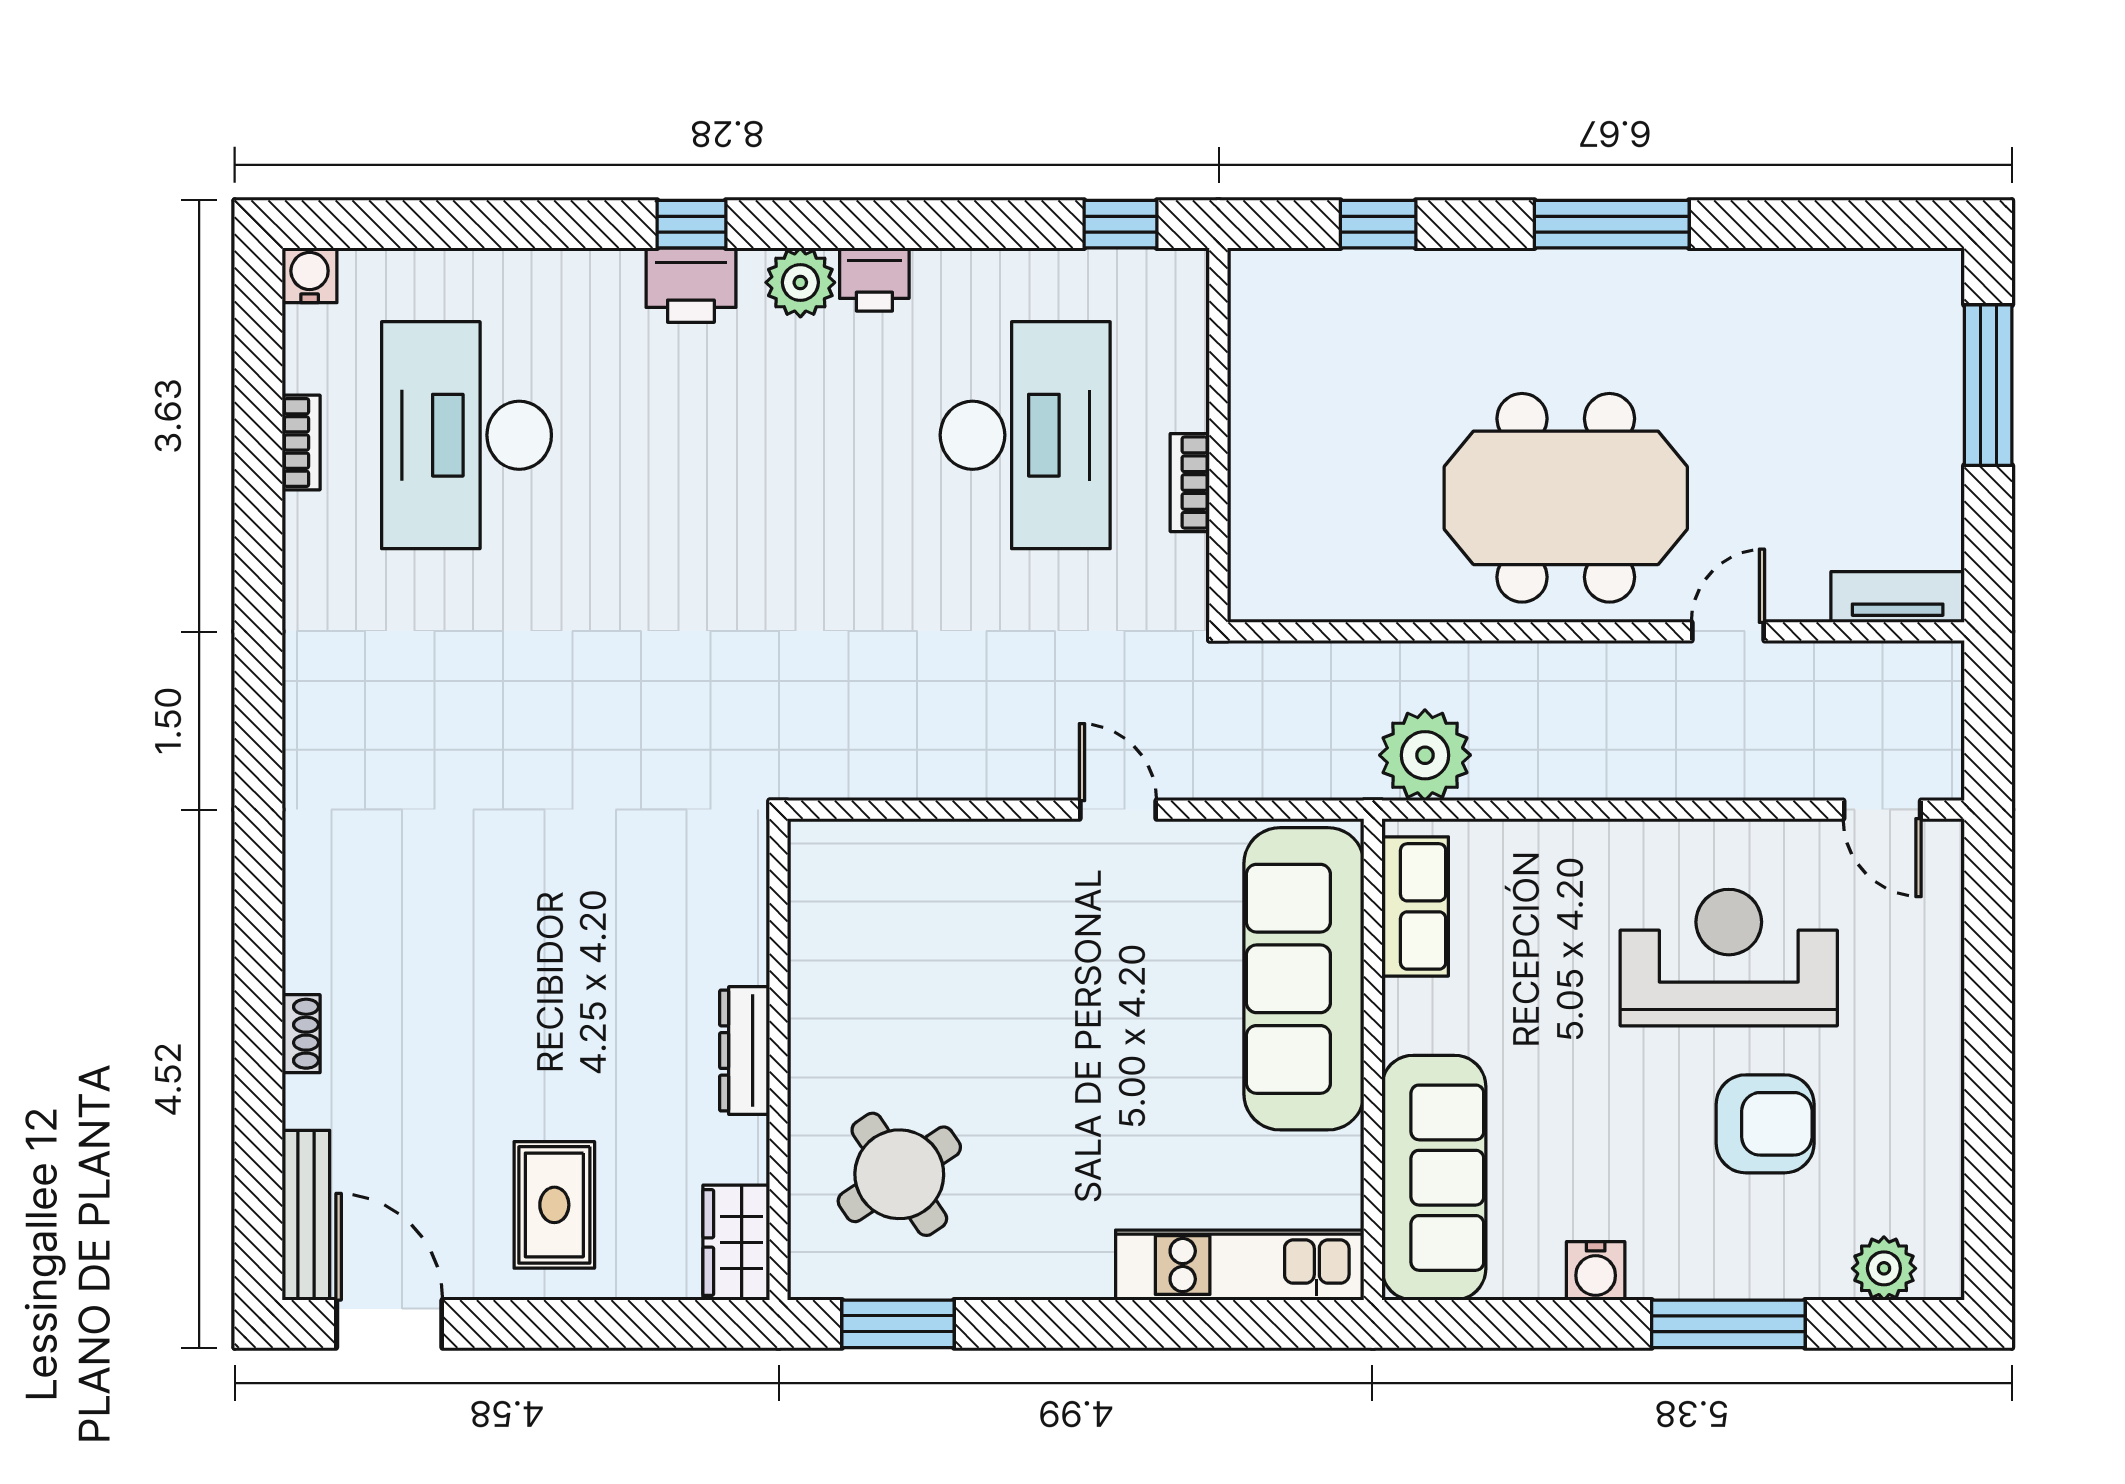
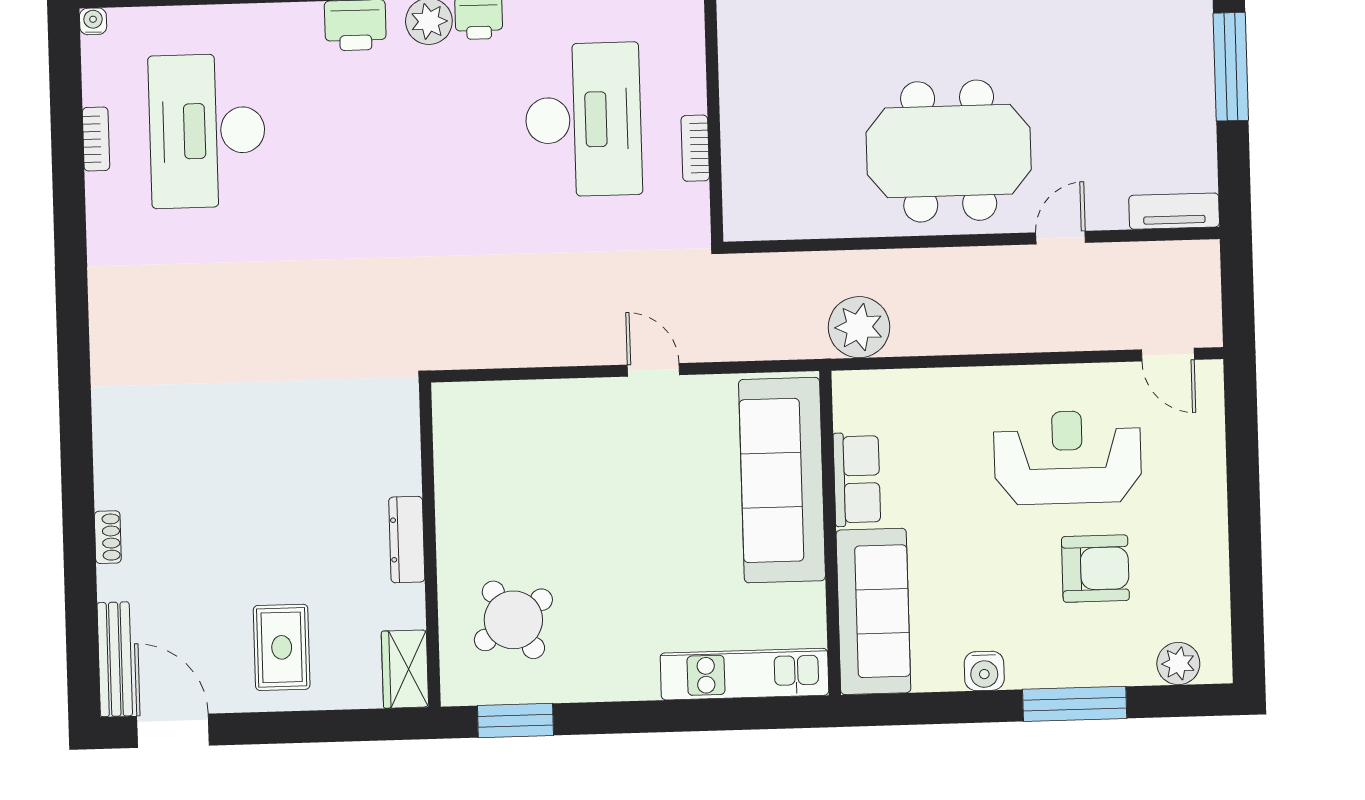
water cooler: (310, 275) -> (93, 21), width x0.72, depth x0.72
row of seats: (1415, 906) -> (857, 479), moved

